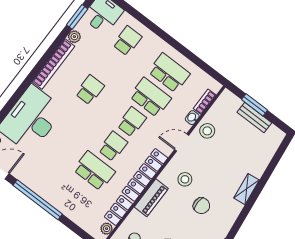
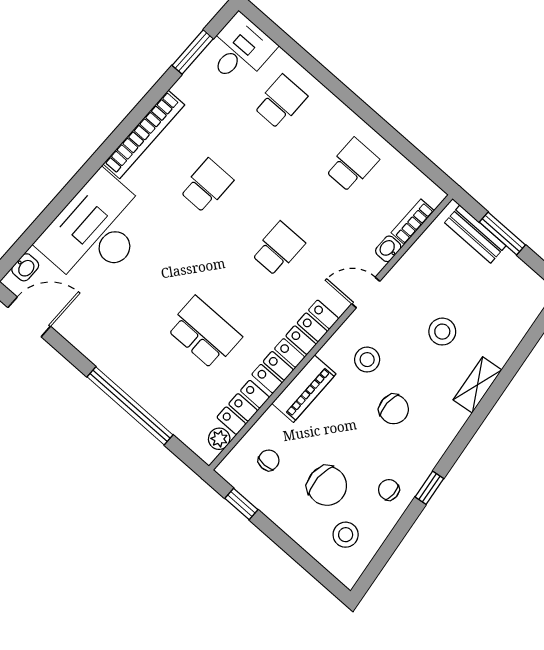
plant: (74, 37) -> (185, 87), removed
school desk: (169, 73) -> (352, 165), width x0.54
school desk: (150, 97) -> (315, 207), removed
bench: (254, 118) -> (475, 234), moved
stool: (207, 131) -> (442, 332), moved
school desk: (113, 146) -> (241, 291), removed
window: (38, 200) -> (130, 406), moved

